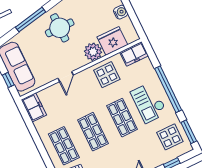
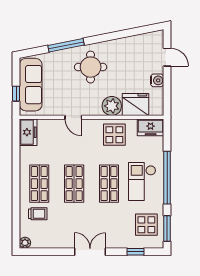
door: (66, 77) -> (73, 117), hinge flipped

